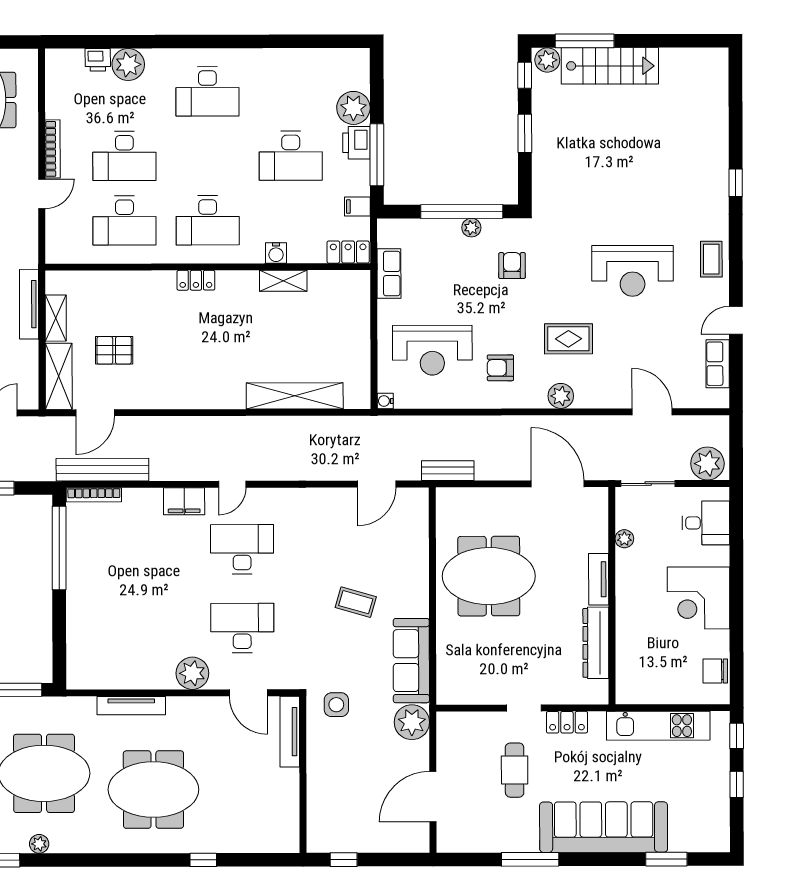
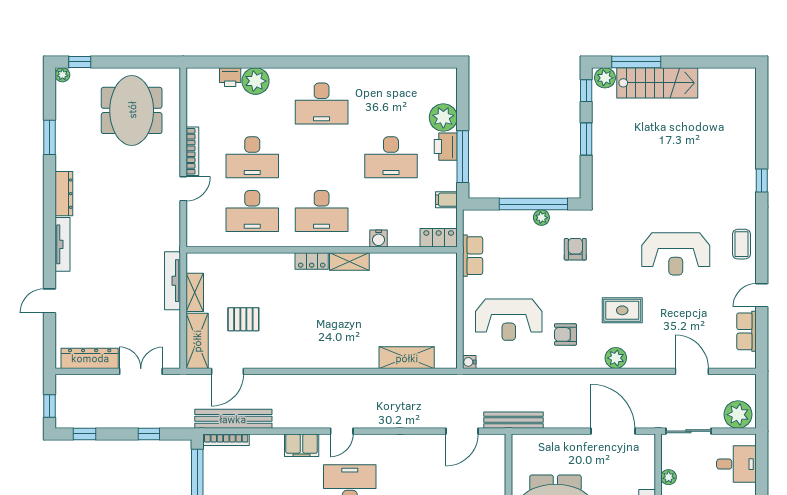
shelving: (283, 281) -> (349, 262), moved
shelving: (295, 396) -> (407, 358), width x0.68
bench: (448, 471) -> (513, 420), width x1.36

